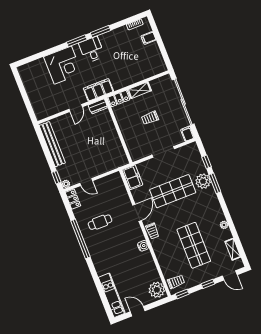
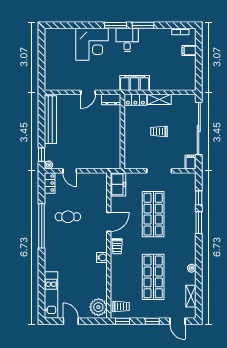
filing cabinet: (98, 90) -> (135, 83), moved
plant: (203, 181) -> (188, 216), removed
shop shelf: (173, 191) -> (153, 214), turned 90

